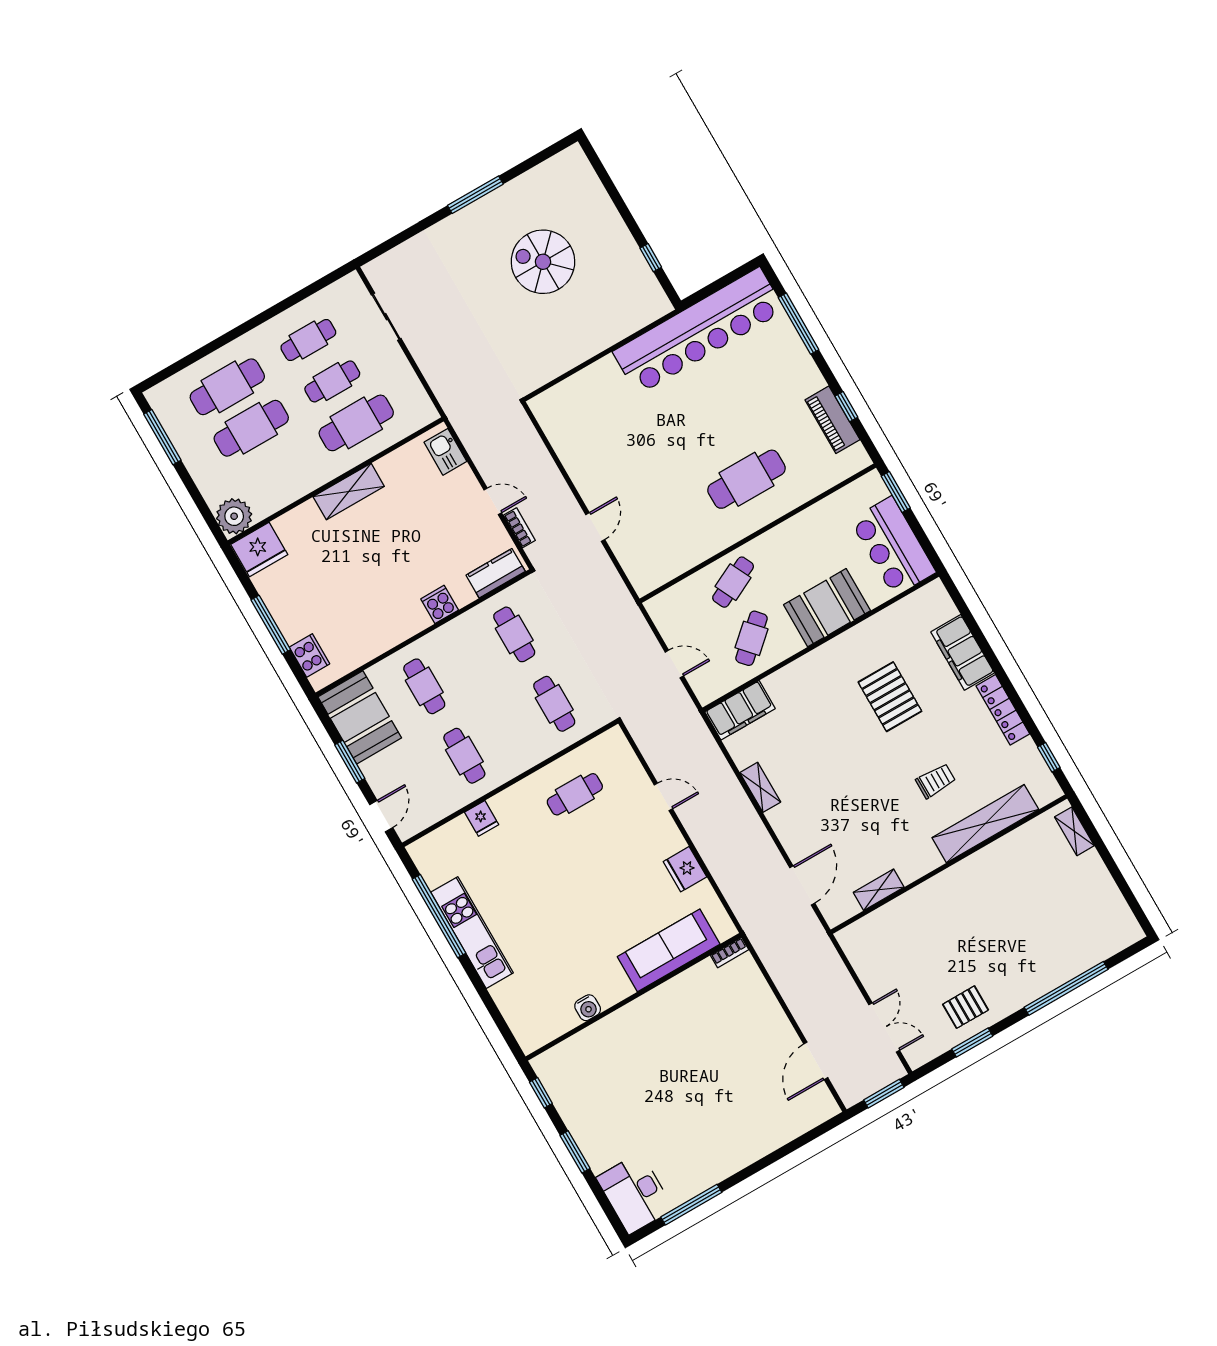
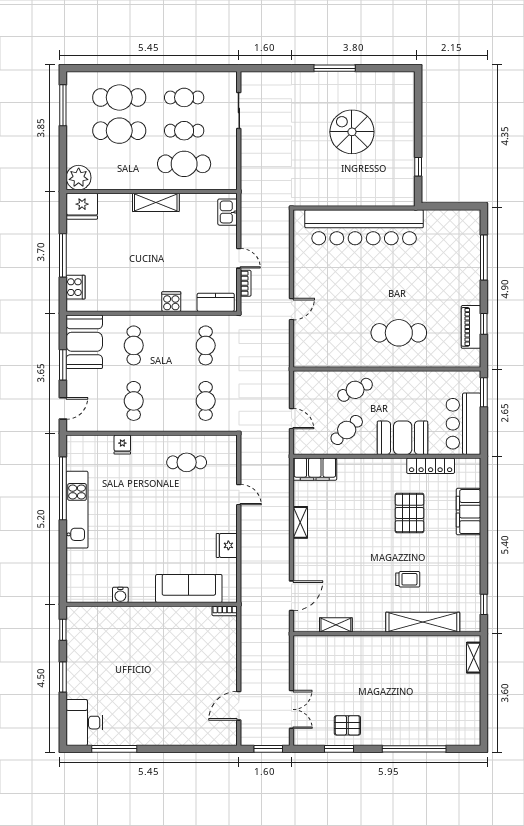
bar counter: (699, 331) -> (364, 227), moved
locker: (1003, 710) -> (431, 466), moved, turned -90

